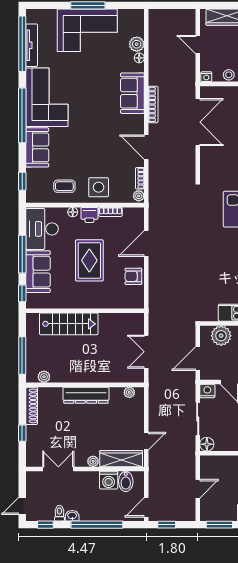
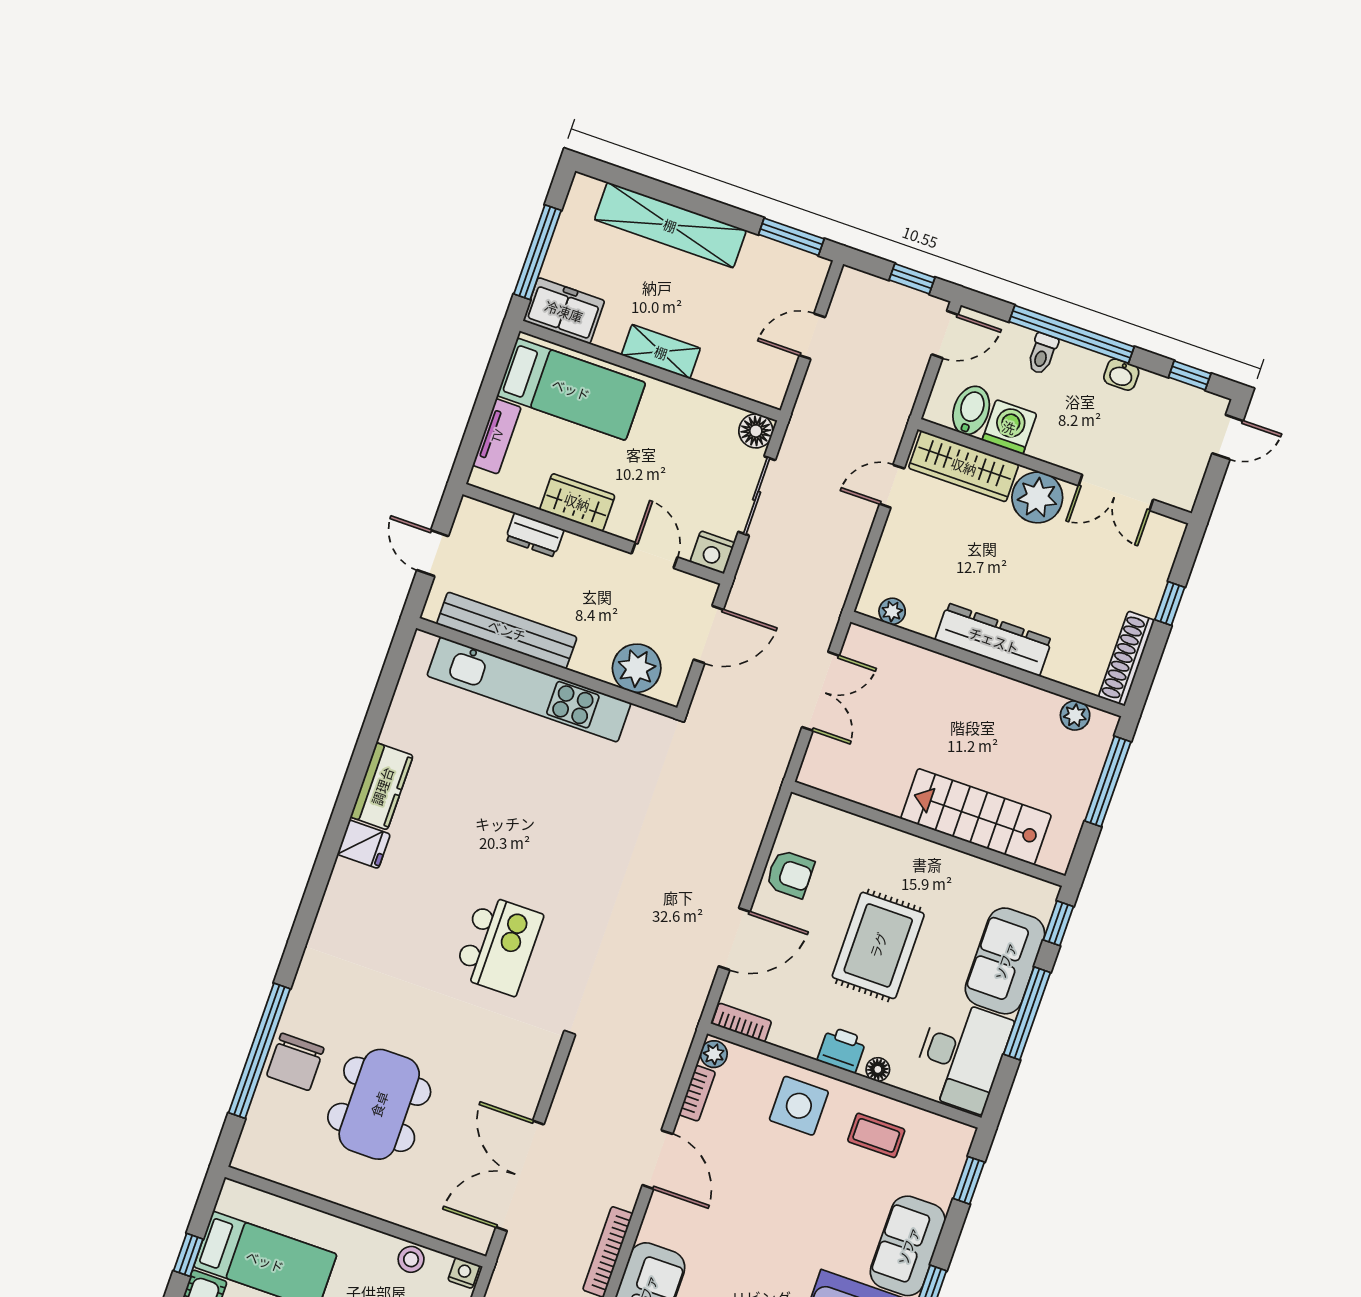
bookcase: (110, 212) -> (742, 1023), moved
plant: (93, 461) -> (1037, 498), width x1.87, depth x1.87
toilet: (59, 513) -> (1042, 354), moved

